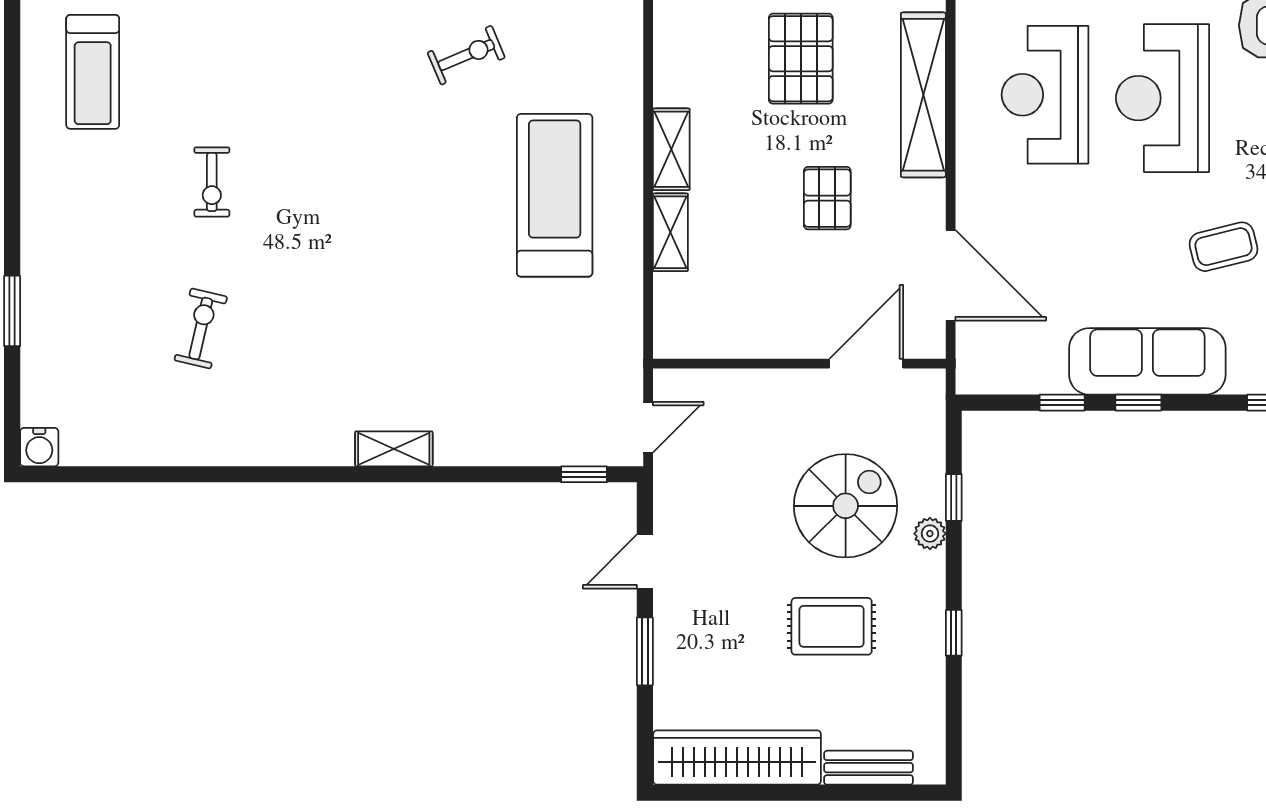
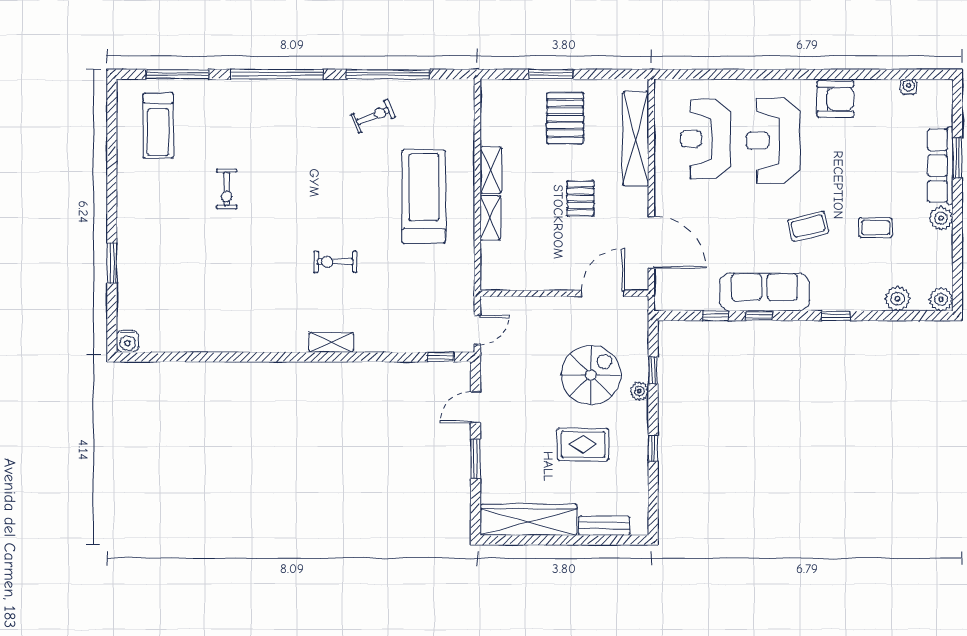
exercise bike: (201, 328) -> (335, 262), moved, turned -103

